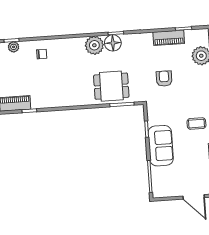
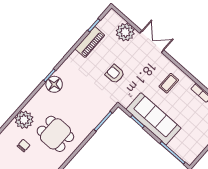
plant: (94, 45) -> (24, 120), moved
chair: (42, 54) -> (24, 146), moved
dining table: (111, 86) -> (55, 134), moved, turned 90
sofa: (161, 146) -> (153, 119), width x1.36

